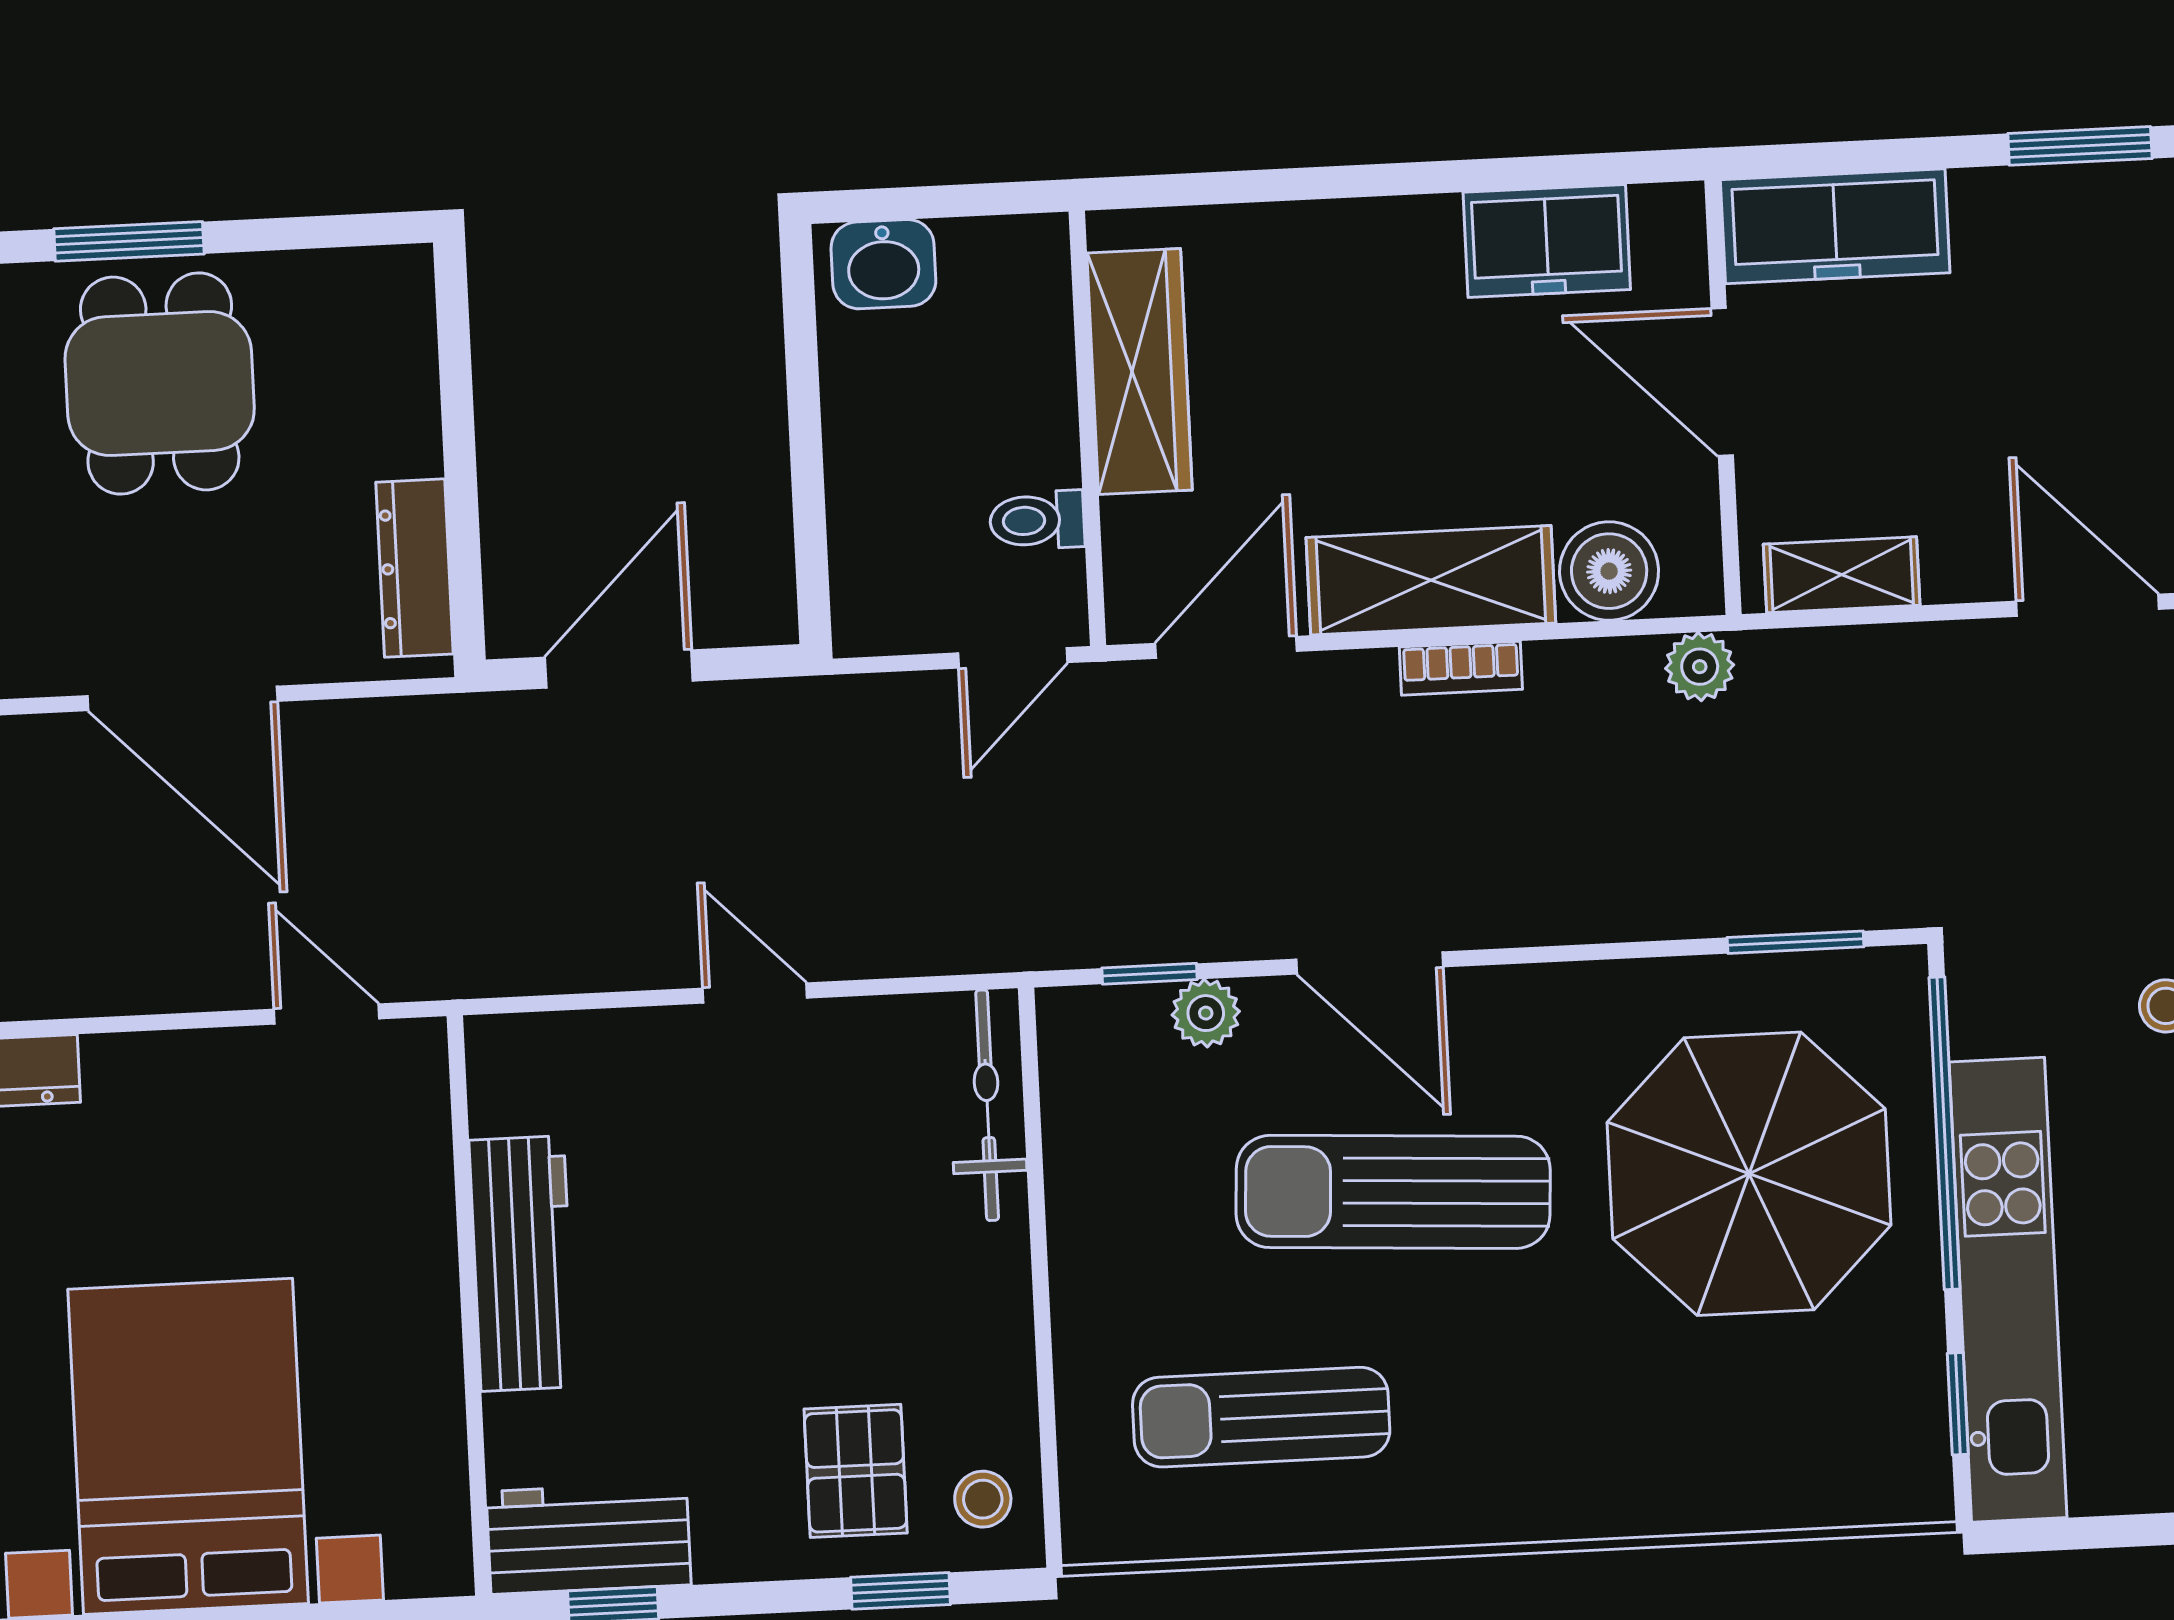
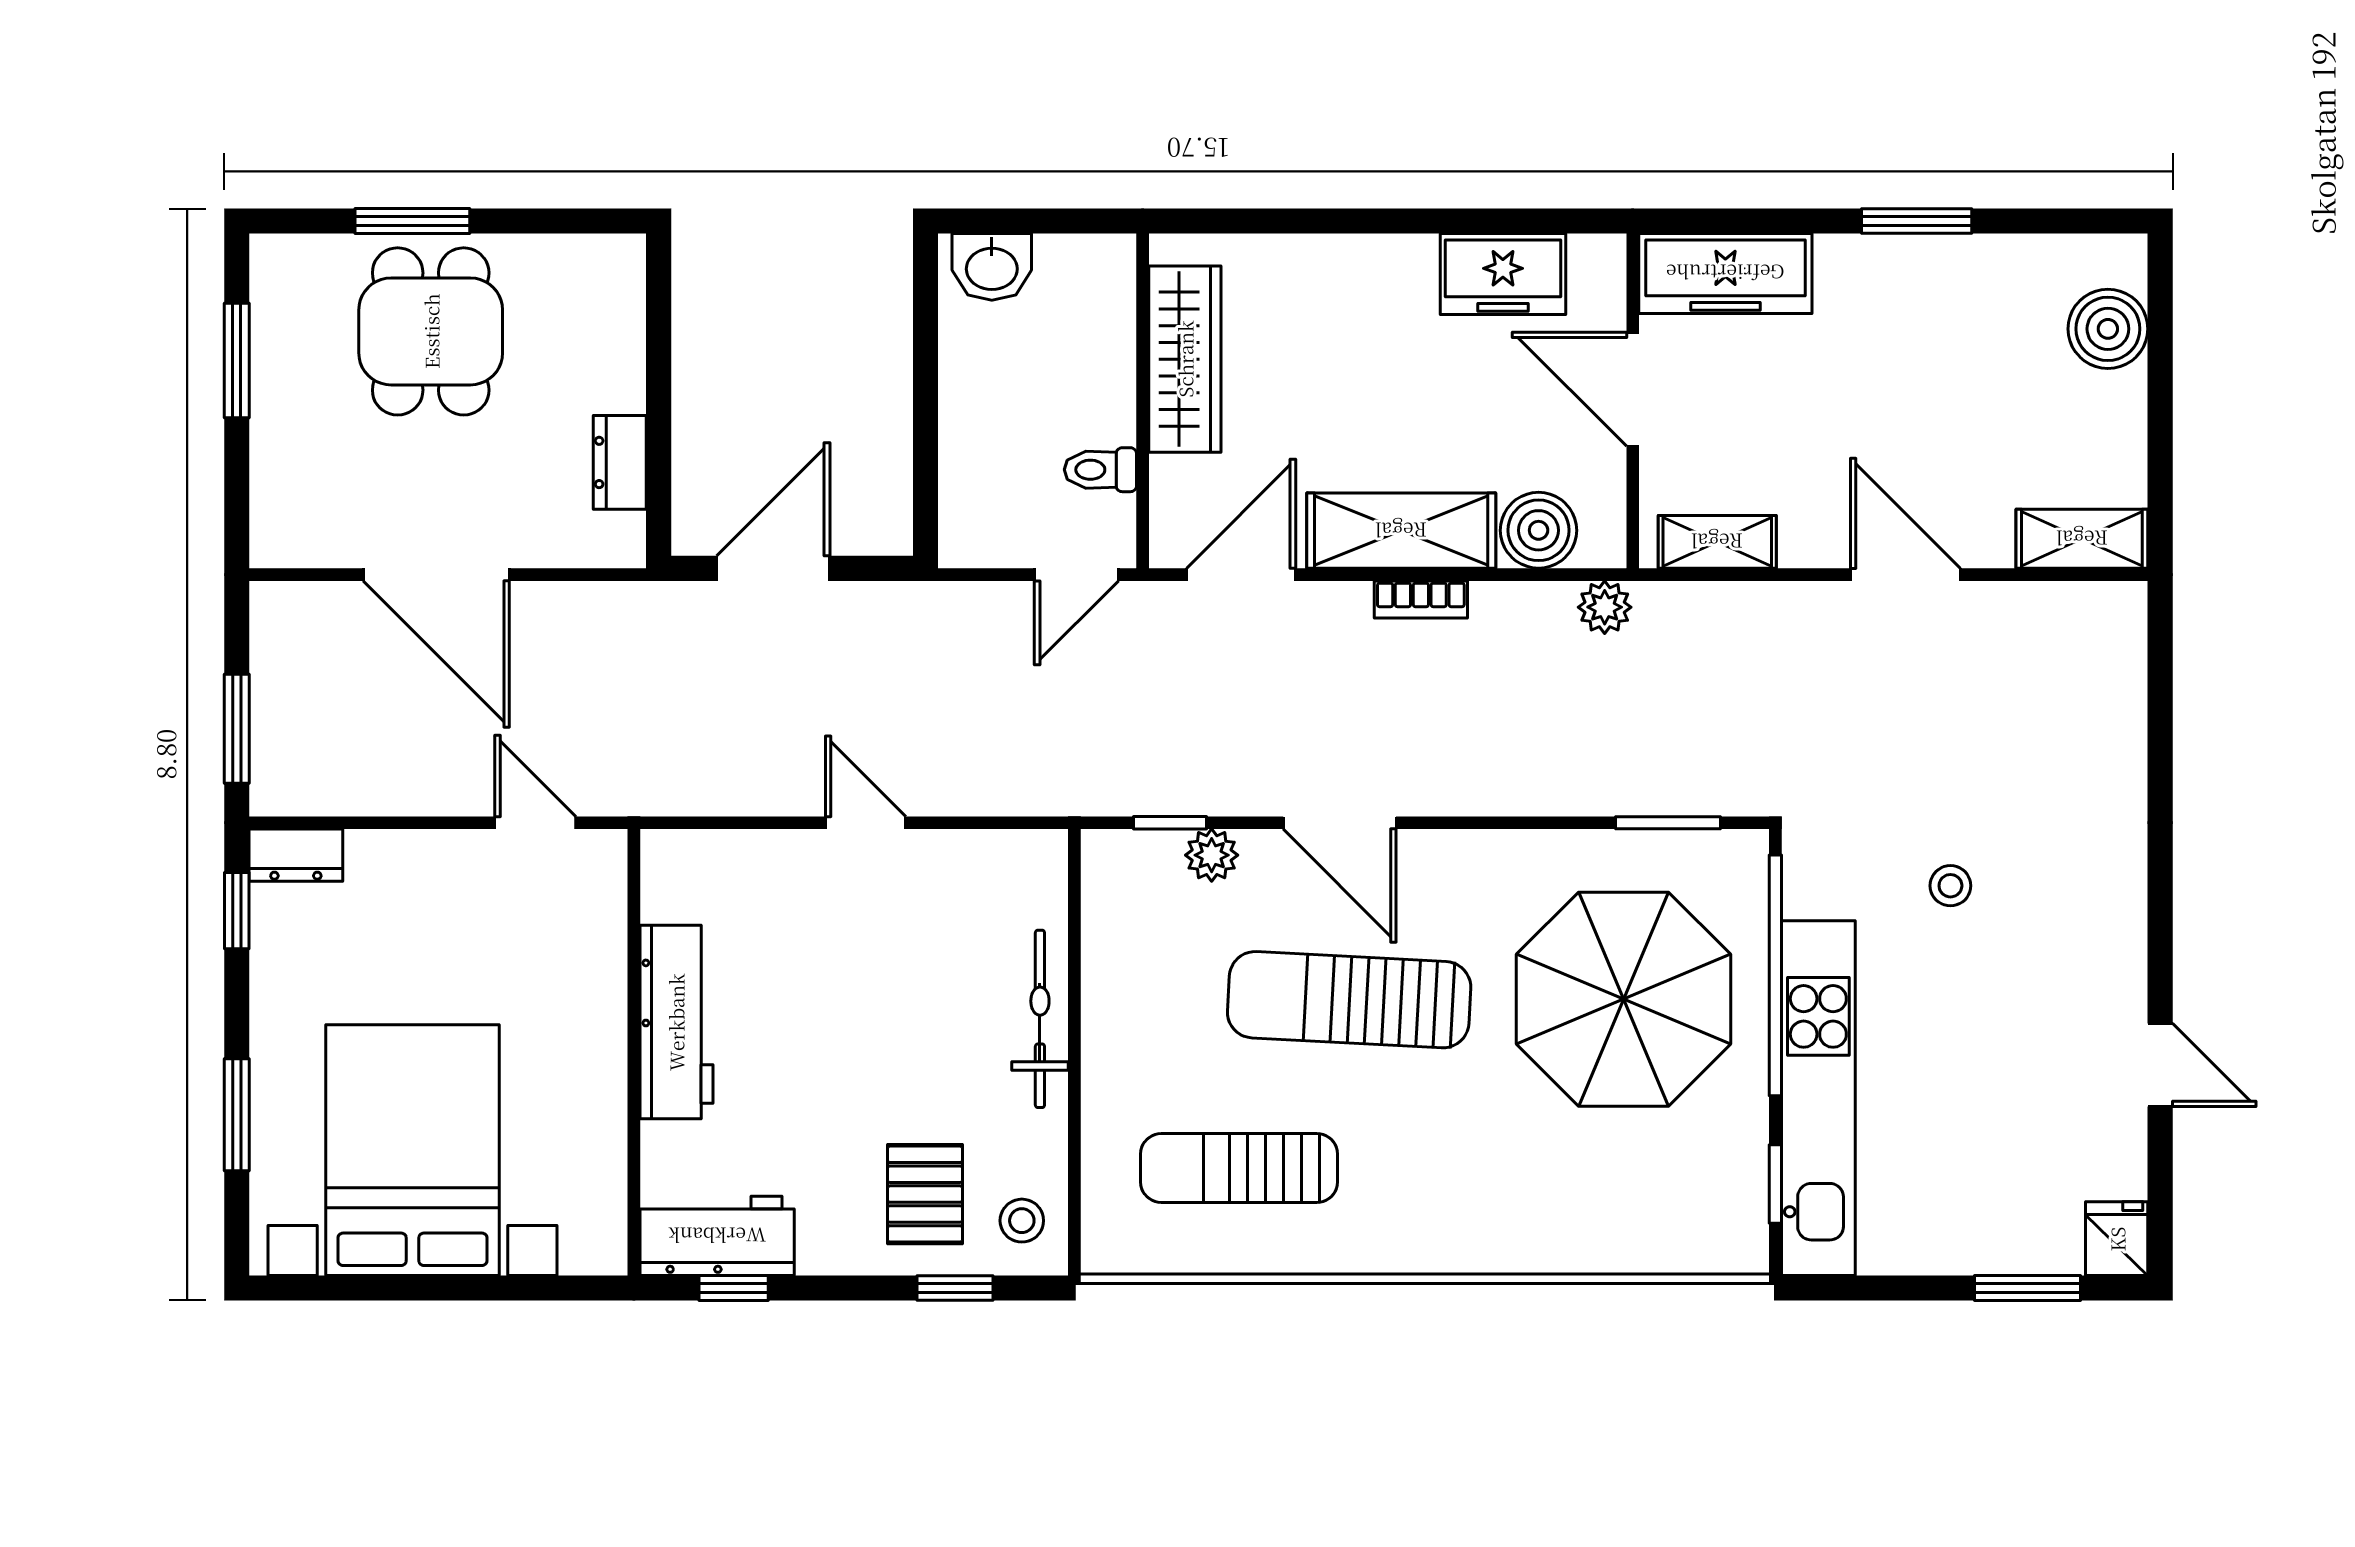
dresser: (415, 568) -> (620, 462), width x0.70
bicycle: (987, 1105) -> (1040, 1019), moved

